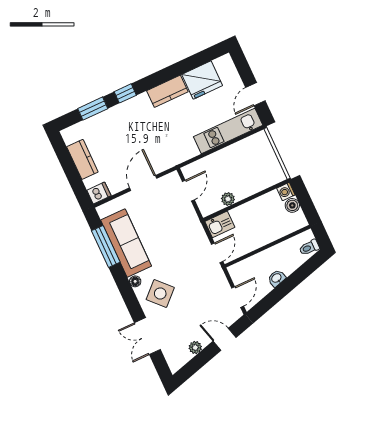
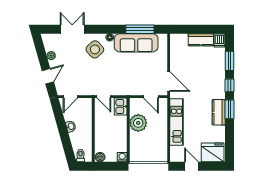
window: (157, 79) -> (230, 109), added
fridge: (202, 80) -> (213, 152), moved, turned 90
kitchen unit: (228, 131) -> (176, 122), moved
door: (143, 183) -> (169, 82), moved
dishwasher: (99, 193) -> (219, 40), moved
plant: (228, 199) -> (138, 123), width x1.87, depth x1.87
boiler: (292, 205) -> (100, 157), moved
door: (238, 297) -> (70, 97), hinge flipped

